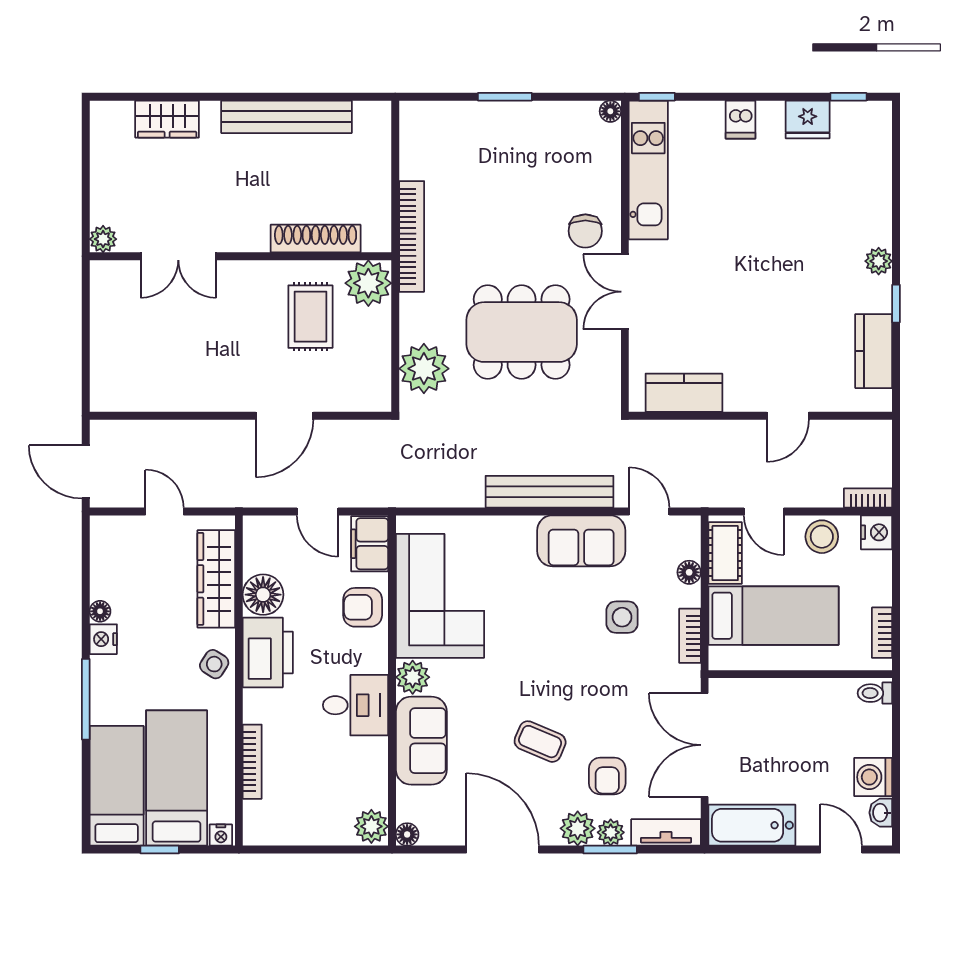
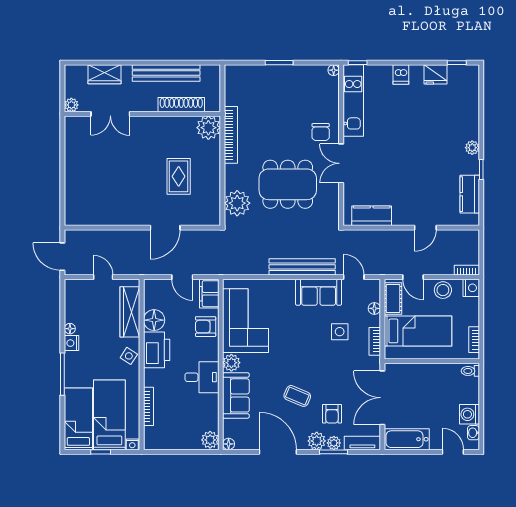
plant: (103, 239) -> (71, 105), moved
shoe rack: (316, 239) -> (181, 105), moved
double door: (178, 256) -> (110, 114), moved
wall: (240, 256) -> (142, 114), moved
plant: (368, 283) -> (208, 128), moved

